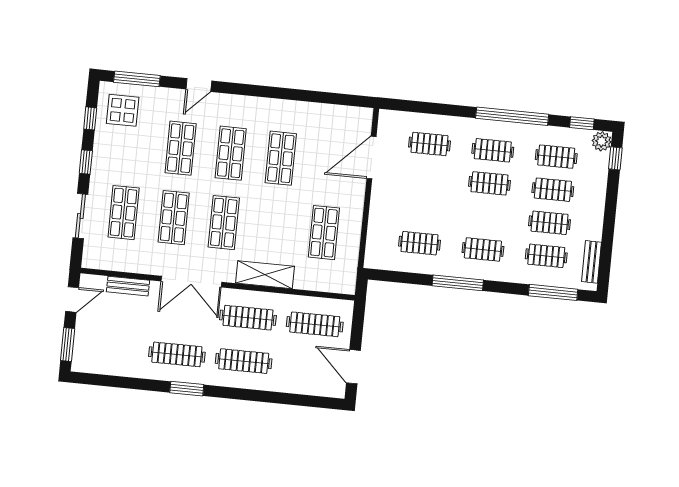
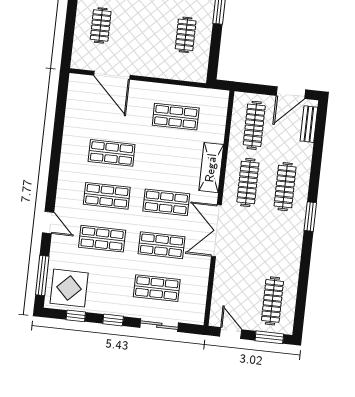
display table: (123, 110) -> (69, 288), width x1.36, depth x1.36
double door: (191, 282) -> (216, 231), swing flipped
bench: (128, 286) -> (309, 124), moved
clothes rail: (177, 354) -> (272, 301), moved
window: (187, 389) -> (310, 217), moved

